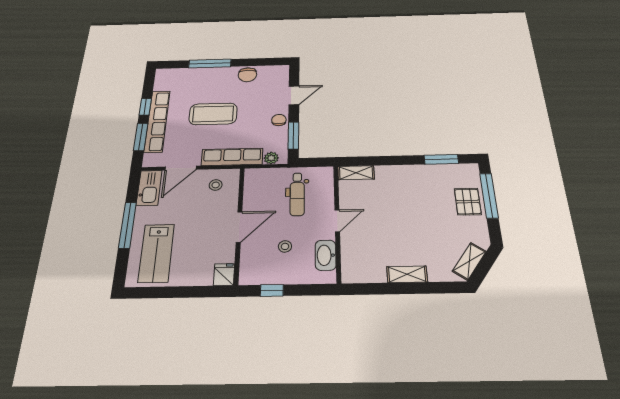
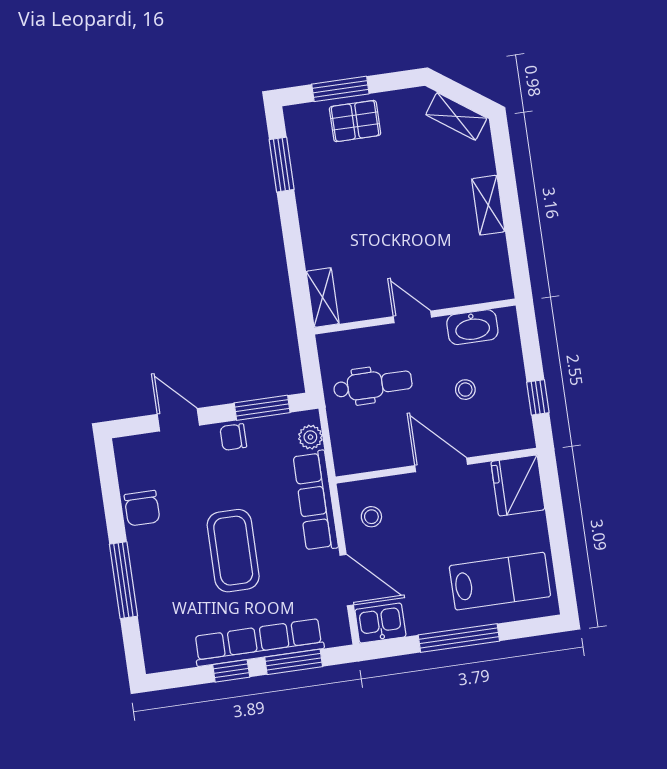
chair: (247, 75) -> (142, 508), turned 90
kitchen sink: (149, 188) -> (380, 623), width x0.73
window: (489, 196) -> (340, 89), width x0.69
fridge: (224, 275) -> (518, 486), width x1.88, depth x1.34

